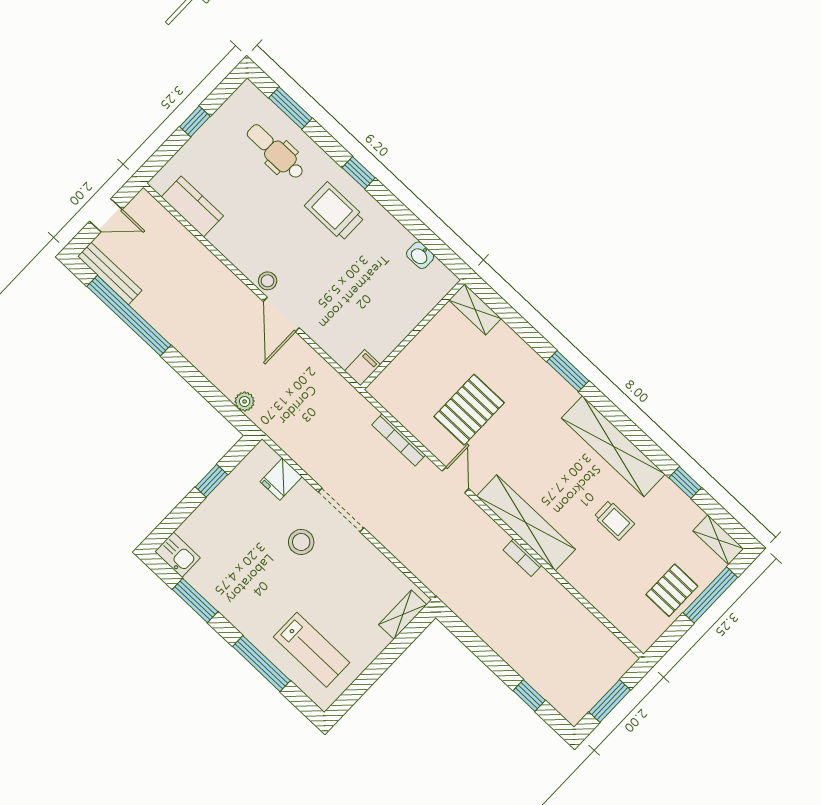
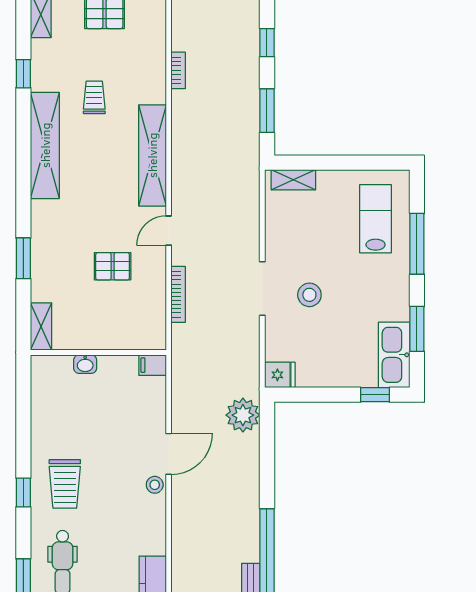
washbasin: (420, 255) -> (85, 364), moved, turned 90
window: (568, 371) -> (23, 258), moved
plant: (245, 402) -> (243, 415), width x1.88, depth x1.88
pallet: (469, 410) -> (113, 266), width x0.67, depth x0.71
fridge: (281, 479) -> (280, 375), moved
window: (211, 481) -> (375, 395), moved
kitchen sink: (178, 555) -> (394, 355), width x1.88, depth x1.24
bookcase: (522, 558) -> (178, 70), moved
window: (476, 645) -> (267, 111), added

